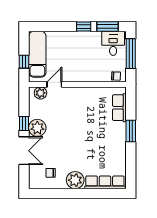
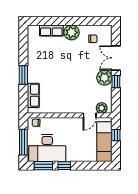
desk: (113, 43) -> (47, 148), width x1.87, depth x1.30
row of seats: (105, 182) -> (51, 30), width x0.68

